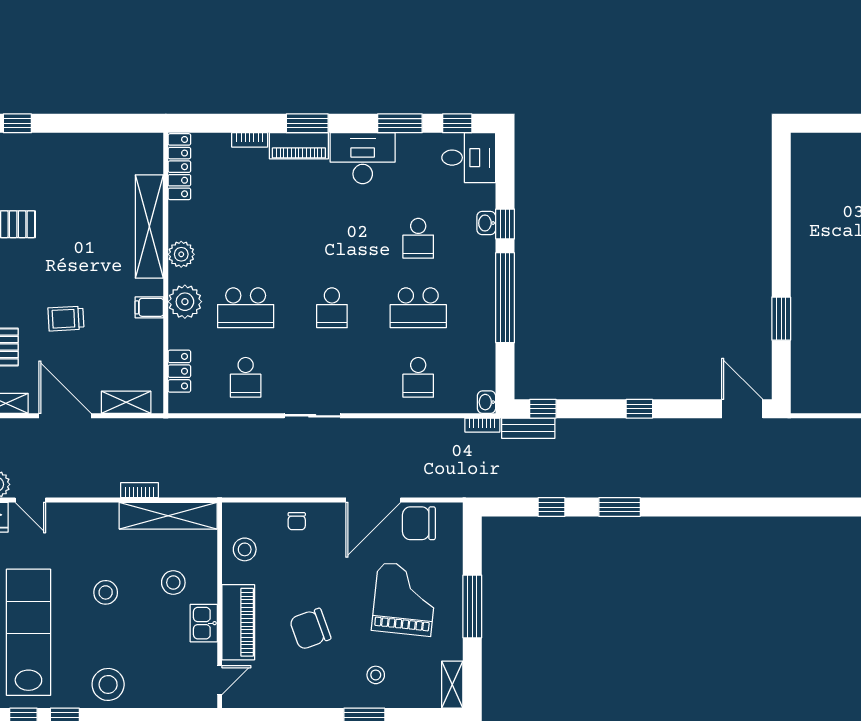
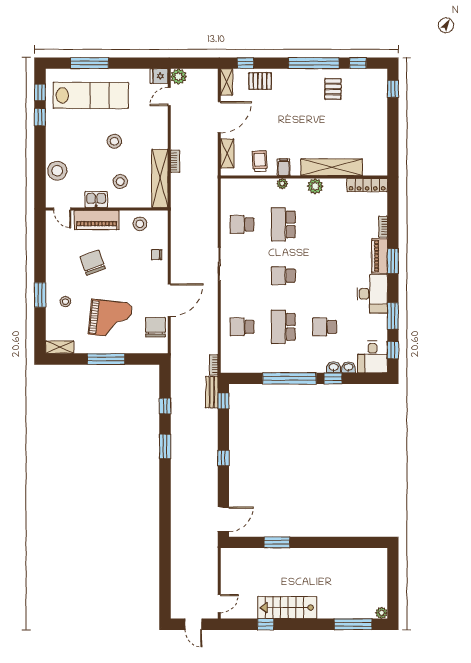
plant: (185, 302) -> (282, 184), width x0.53, depth x0.53
trolley: (66, 319) -> (260, 161), moved
locker: (179, 371) -> (246, 185), removed
washbasin: (487, 402) -> (348, 367), moved
door: (373, 500) -> (169, 300), swing flipped
stool: (108, 684) -> (57, 171), moved

